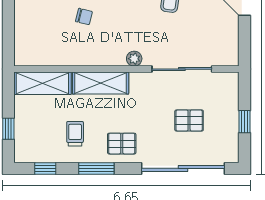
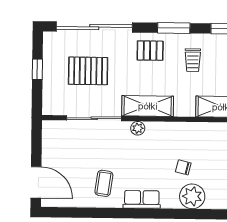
shelving: (101, 83) -> (148, 106), moved
pallet: (189, 121) -> (88, 71), width x1.50, depth x1.42

